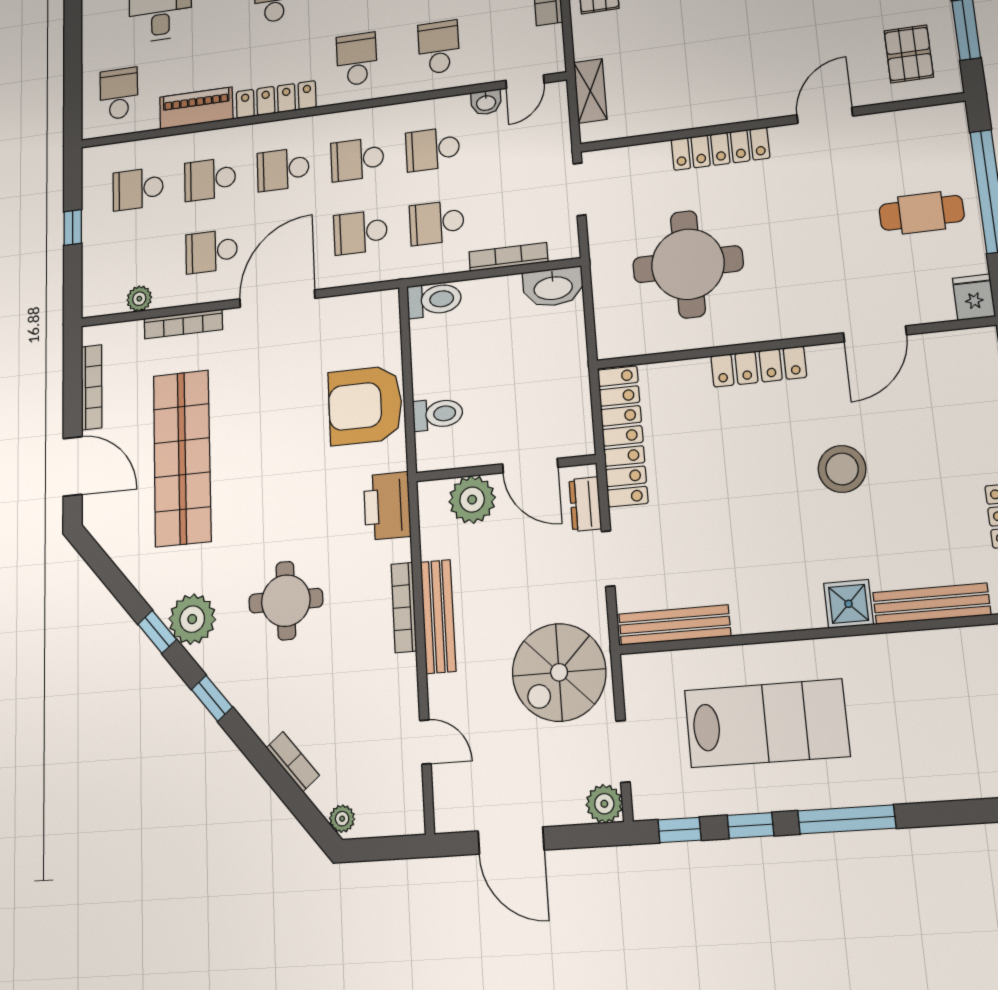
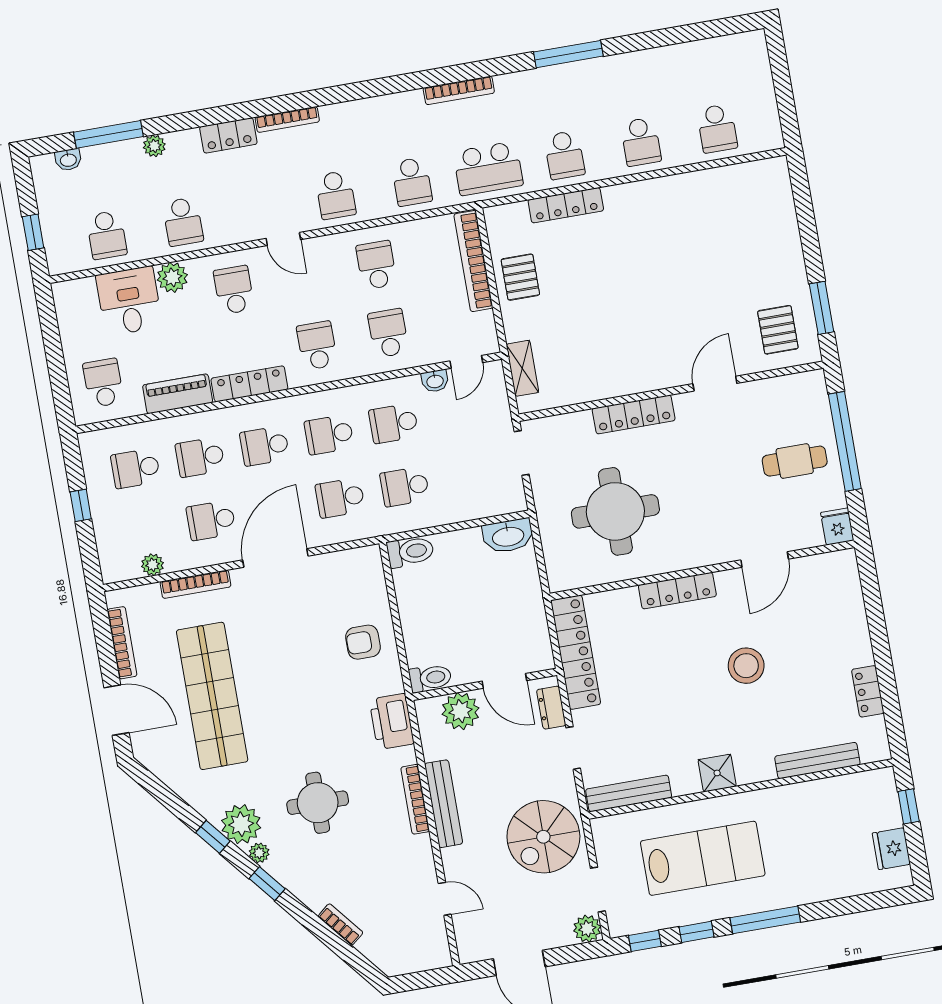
bookcase: (508, 257) -> (468, 513), removed
armchair: (365, 405) -> (363, 642), width x0.53, depth x0.53
toilet: (438, 414) -> (430, 678), moved
shower: (849, 604) -> (717, 773), moved
plant: (342, 819) -> (259, 853), moved

